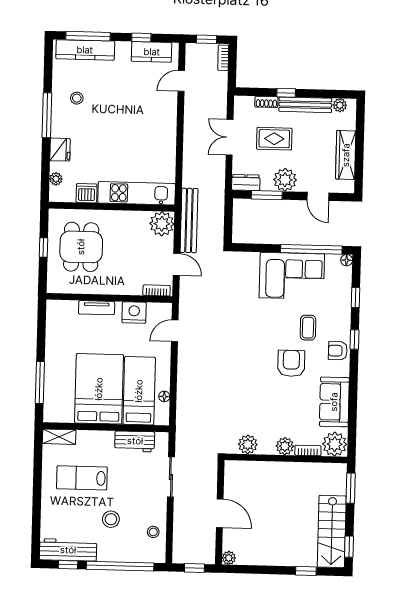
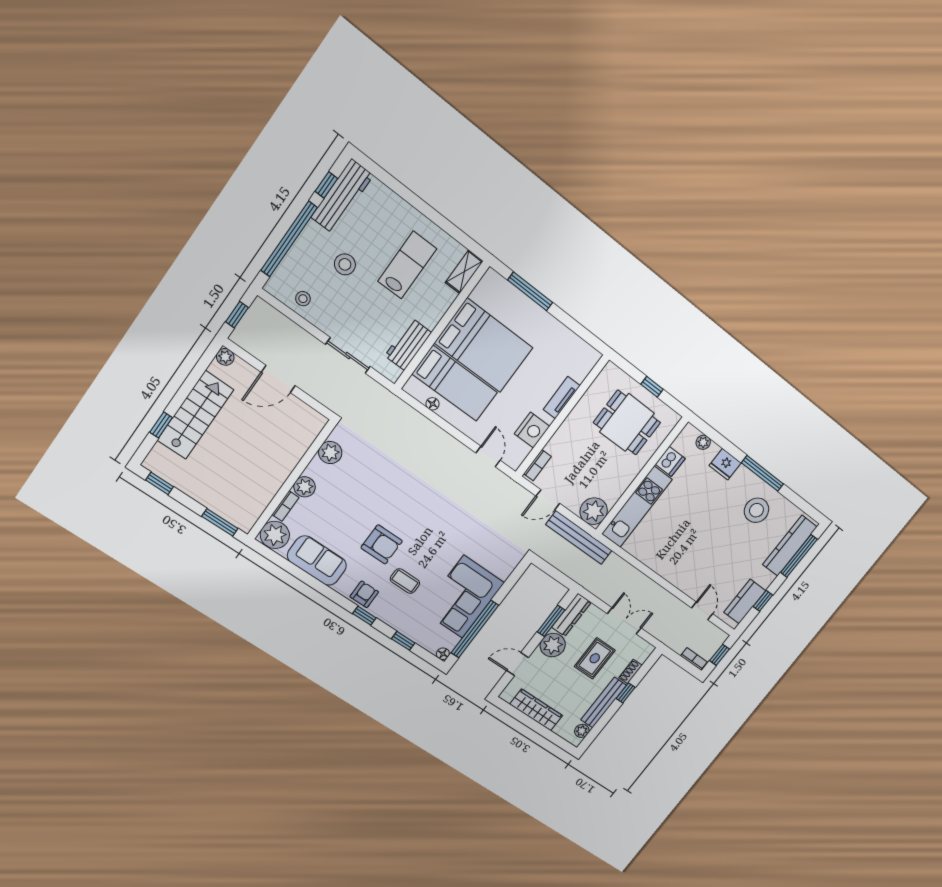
stool: (77, 98) -> (756, 510), width x1.89, depth x1.89
dresser: (246, 182) -> (571, 615), width x1.44
stairs: (332, 531) -> (195, 415), moved, turned 90

